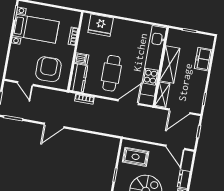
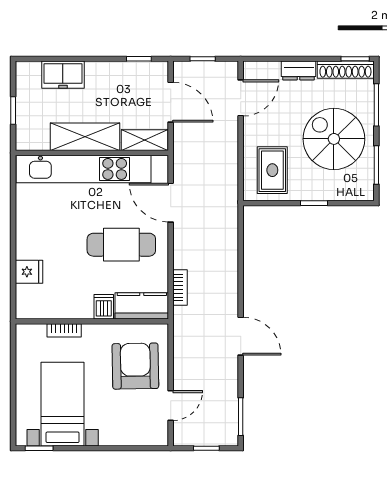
fridge: (101, 25) -> (29, 272), width x0.53, depth x0.75
armchair: (48, 69) -> (135, 366), turned 89

